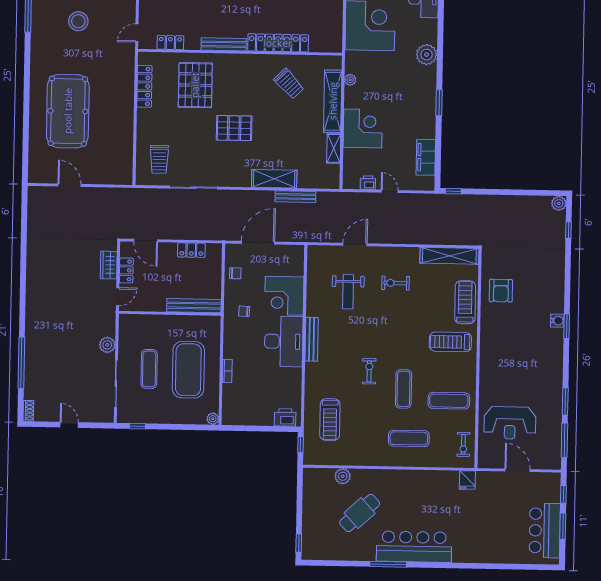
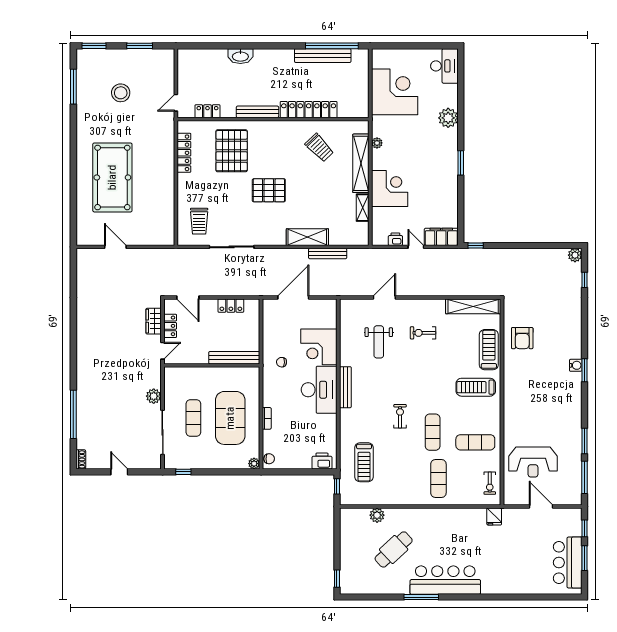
filing cabinet: (426, 157) -> (441, 237), moved, turned 90
chair: (235, 273) -> (269, 459), moved
exercise mat: (409, 438) -> (438, 479), turned 90

